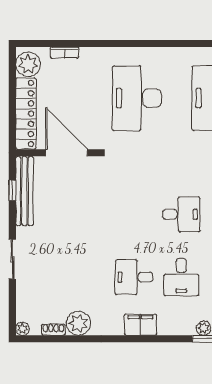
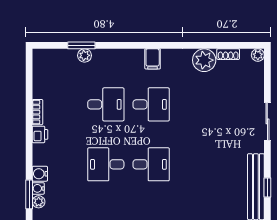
desk: (134, 214) -> (151, 164), added
desk: (181, 277) -> (106, 104), turned 90
filing cabinet: (140, 325) -> (153, 59), width x0.50

